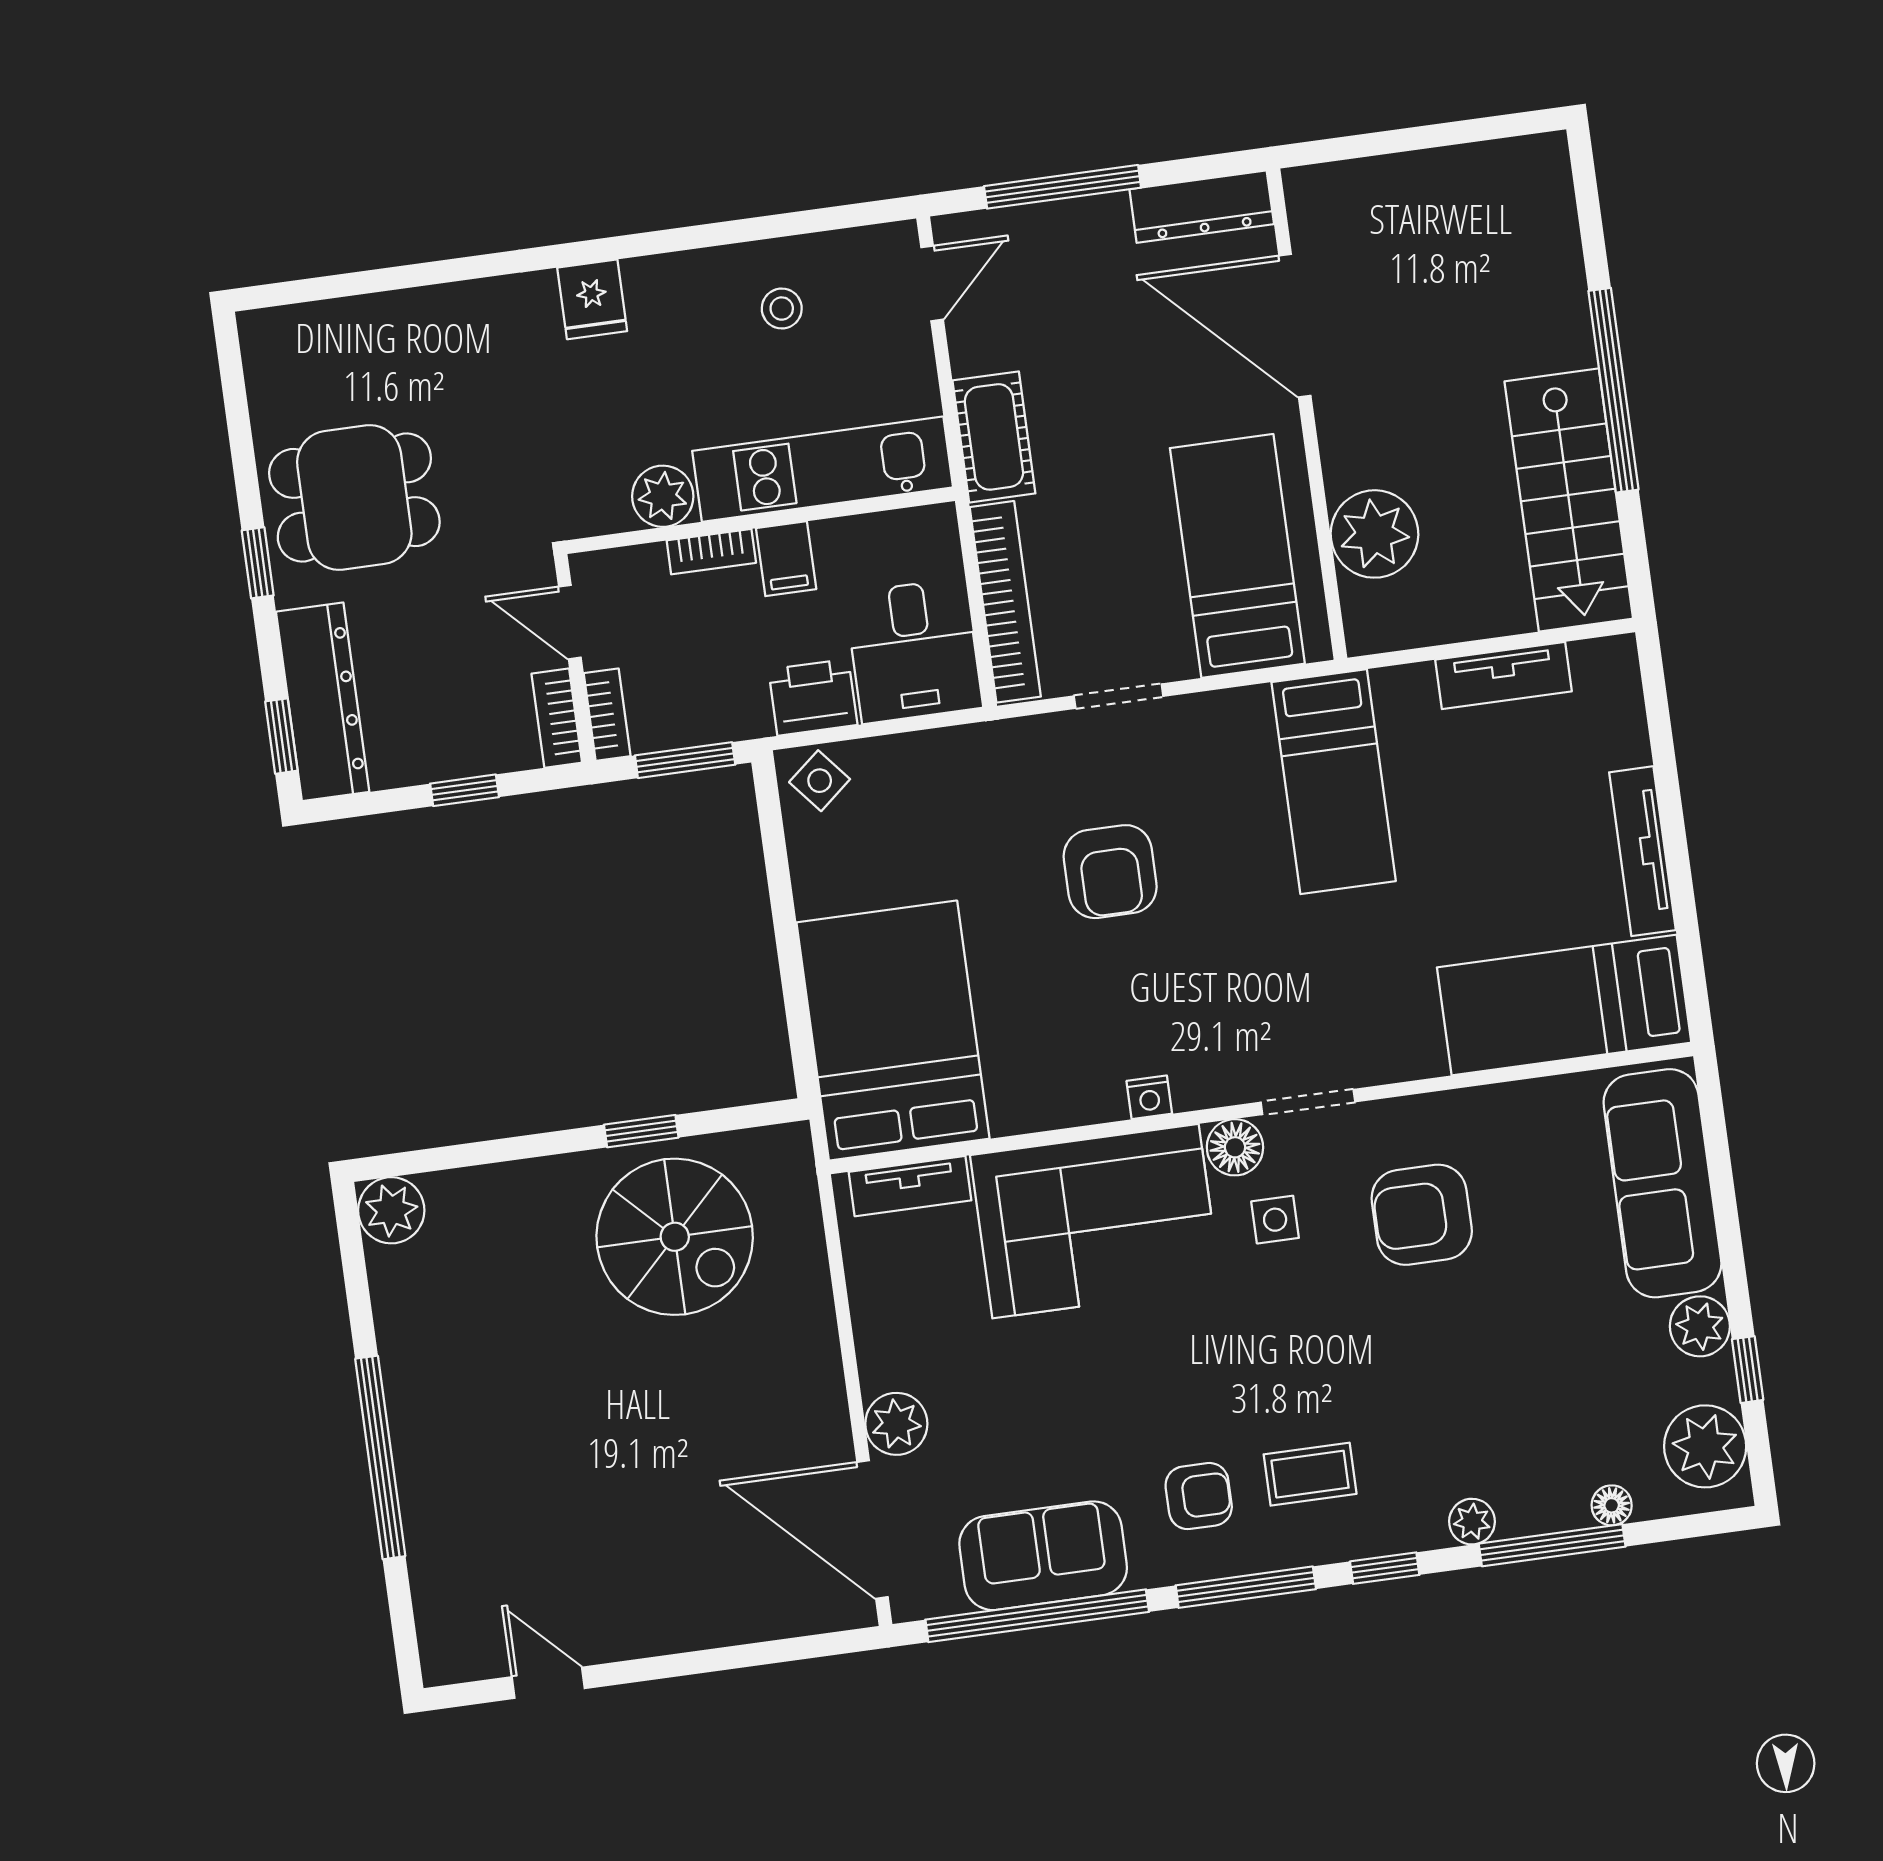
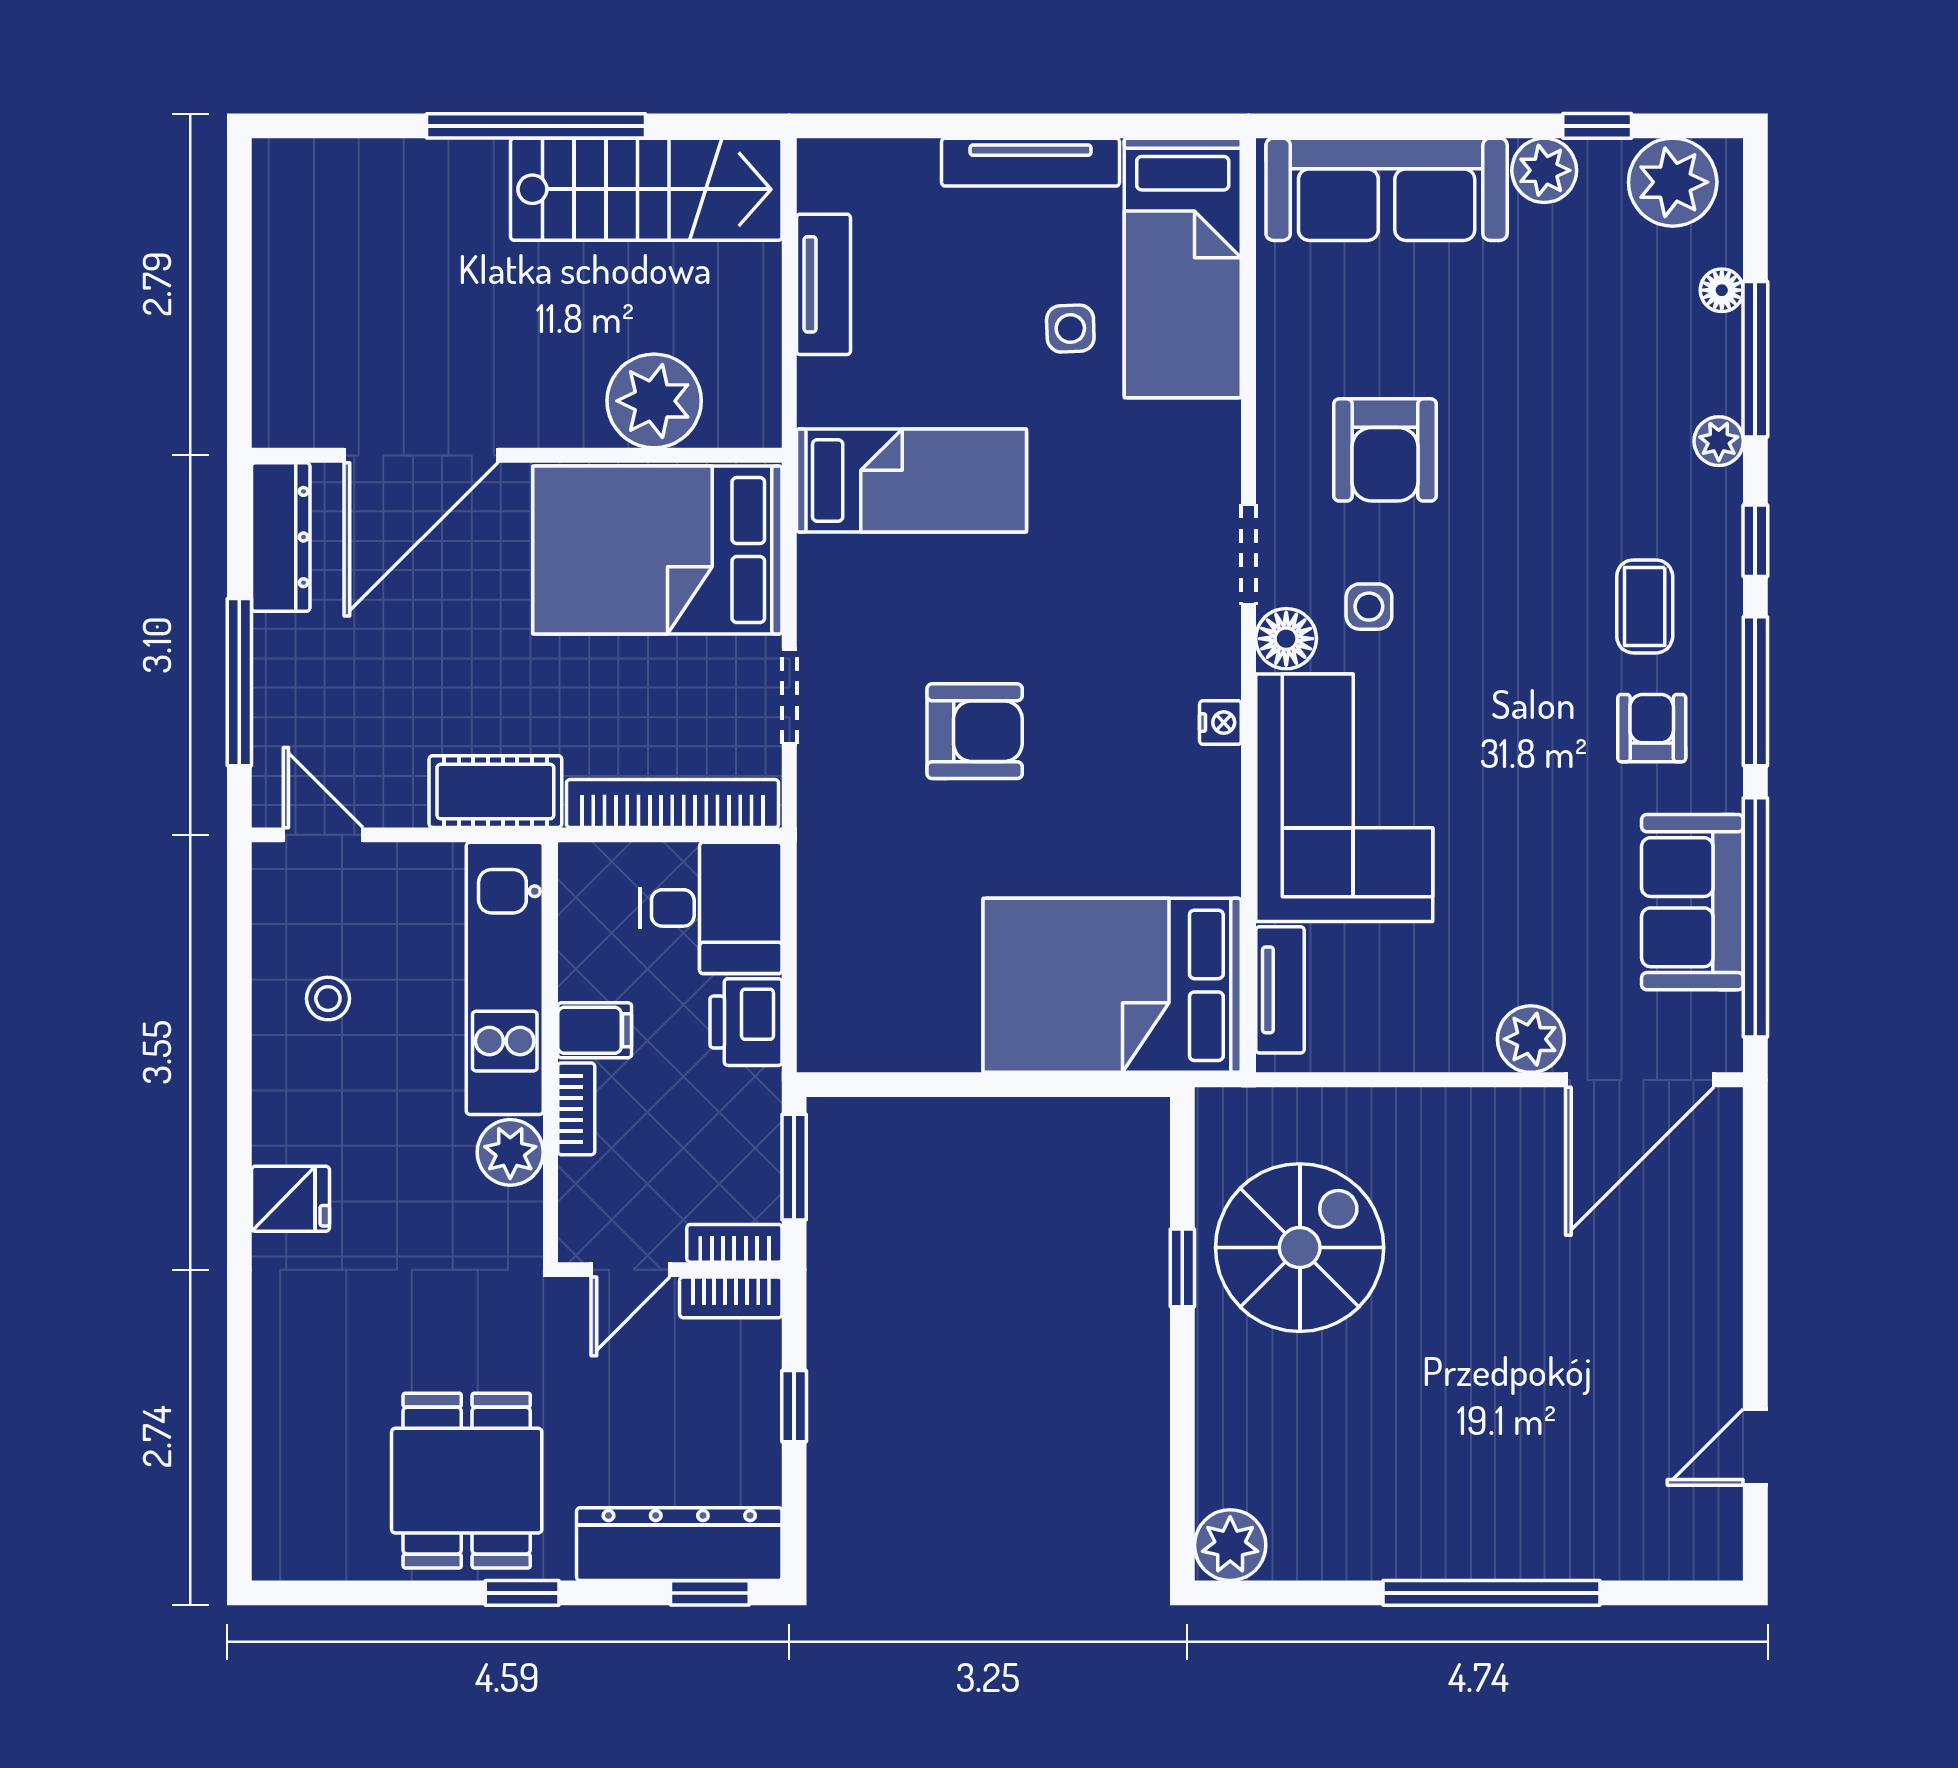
bed: (1237, 556) -> (657, 550), width x1.50
side table: (820, 781) -> (1070, 329), moved, turned 38

